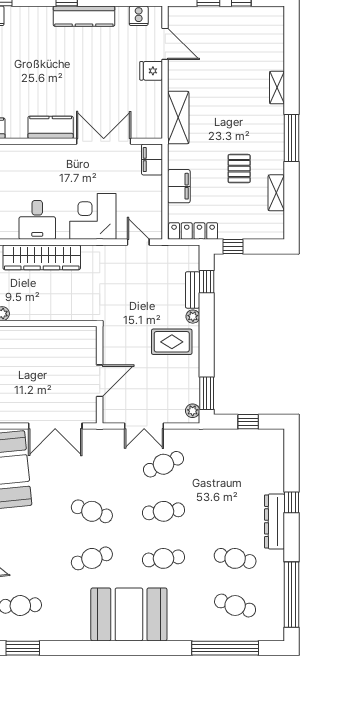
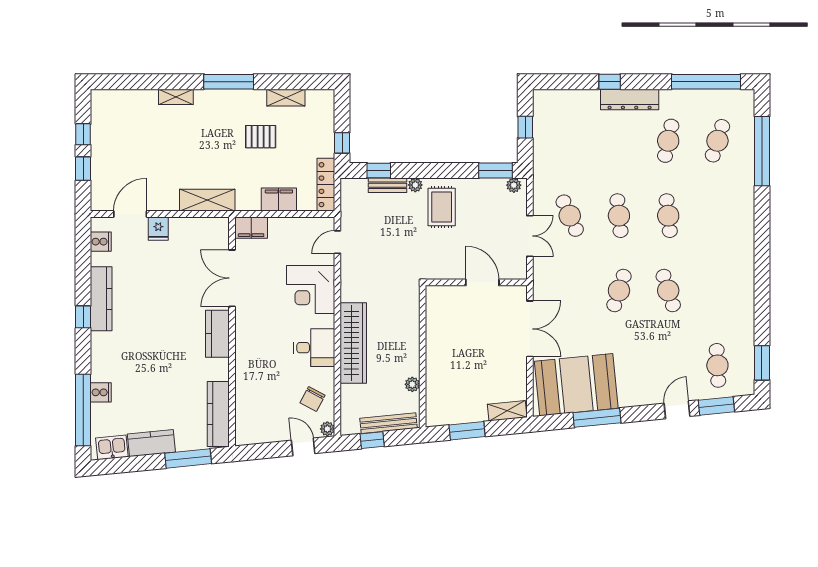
booth: (129, 614) -> (727, 252), removed

